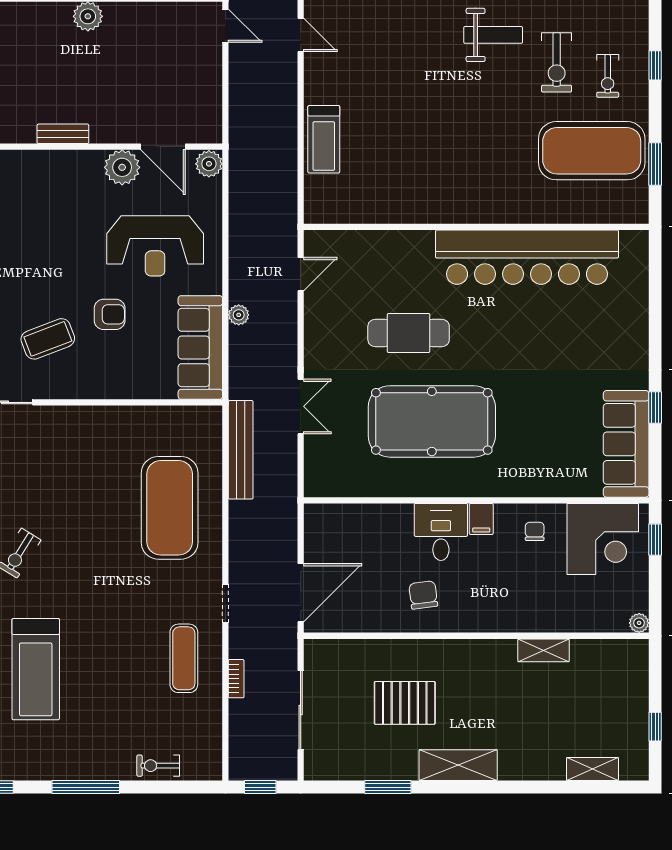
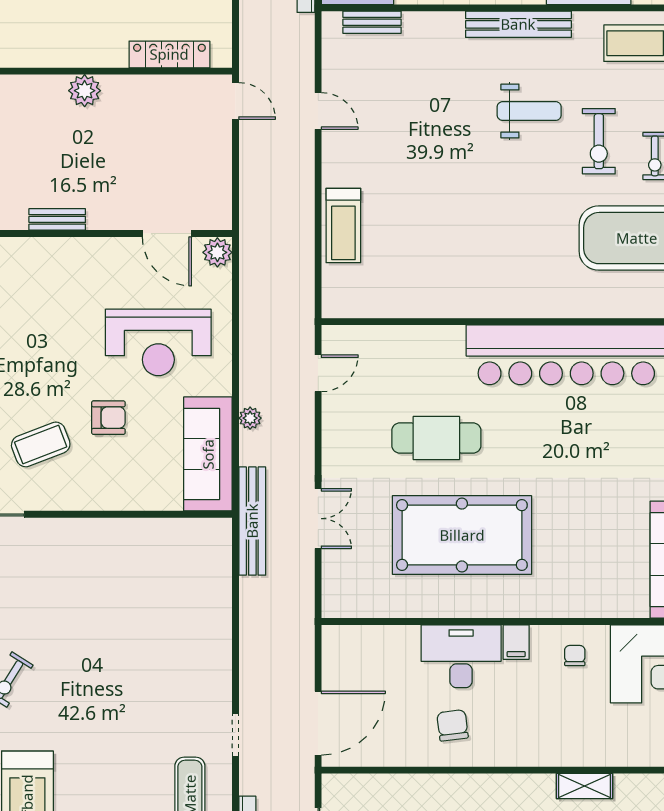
plant: (122, 167) -> (122, 256), removed
bench: (241, 450) -> (252, 521), moved
exercise mat: (170, 508) -> (174, 630), removed
desk: (441, 532) -> (461, 656), width x1.37

